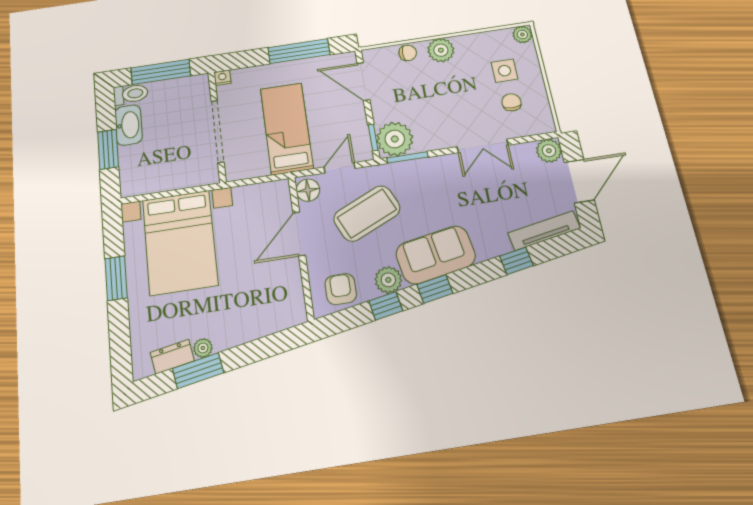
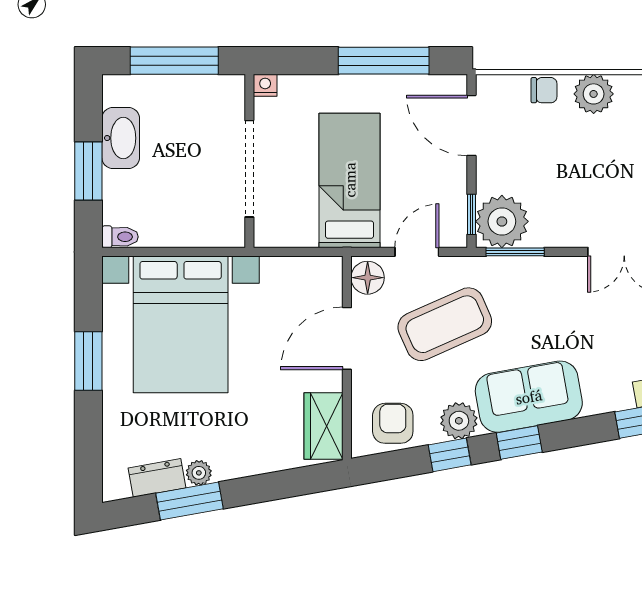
toilet: (131, 94) -> (120, 237), moved, width x0.73, depth x0.72
wardrobe: (291, 299) -> (323, 426), added

